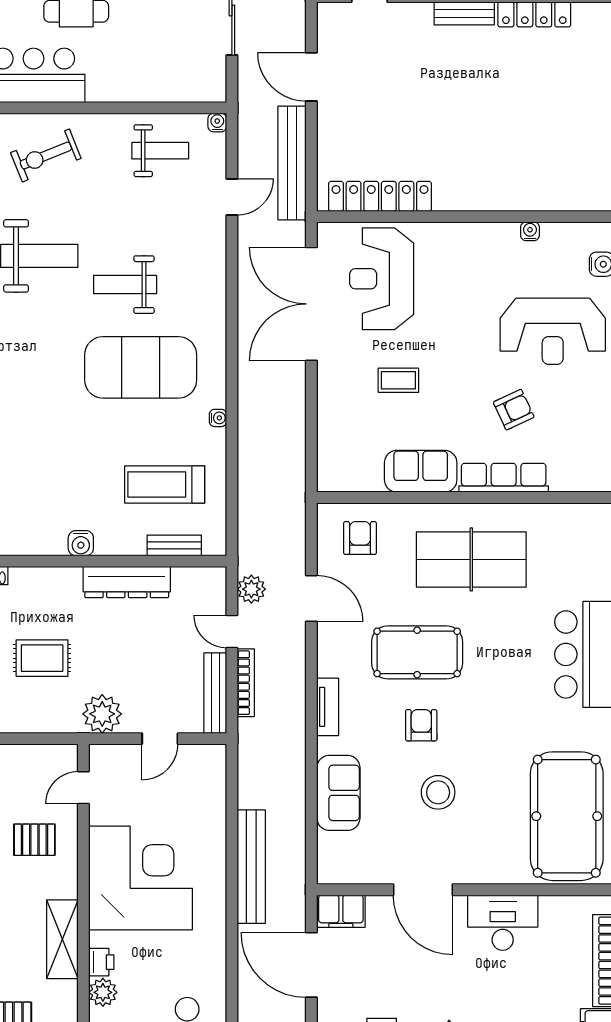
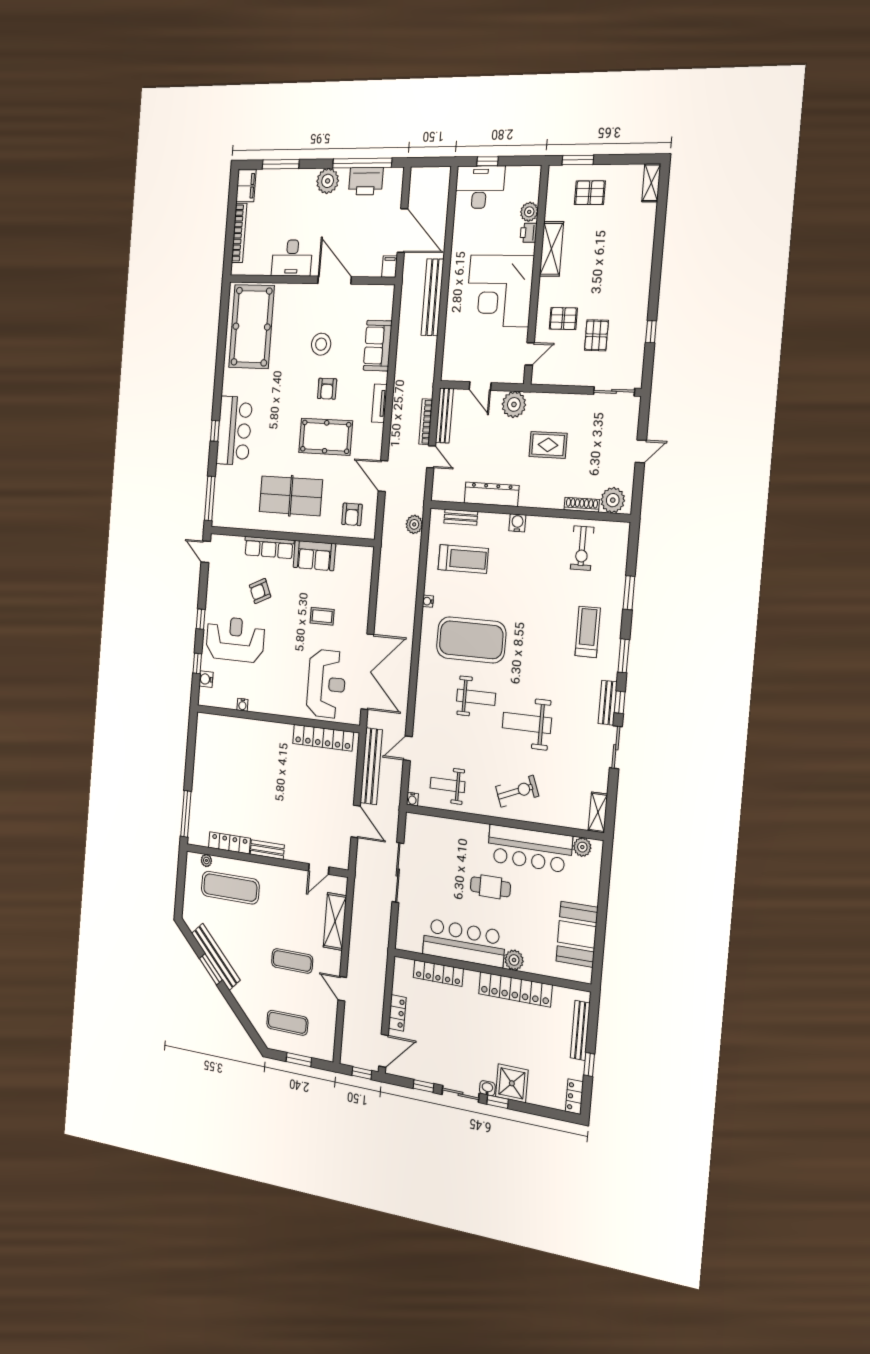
plant: (251, 589) -> (414, 524), moved
door: (160, 739) -> (480, 386), swing flipped
filing cabinet: (341, 911) -> (389, 267), width x0.50

